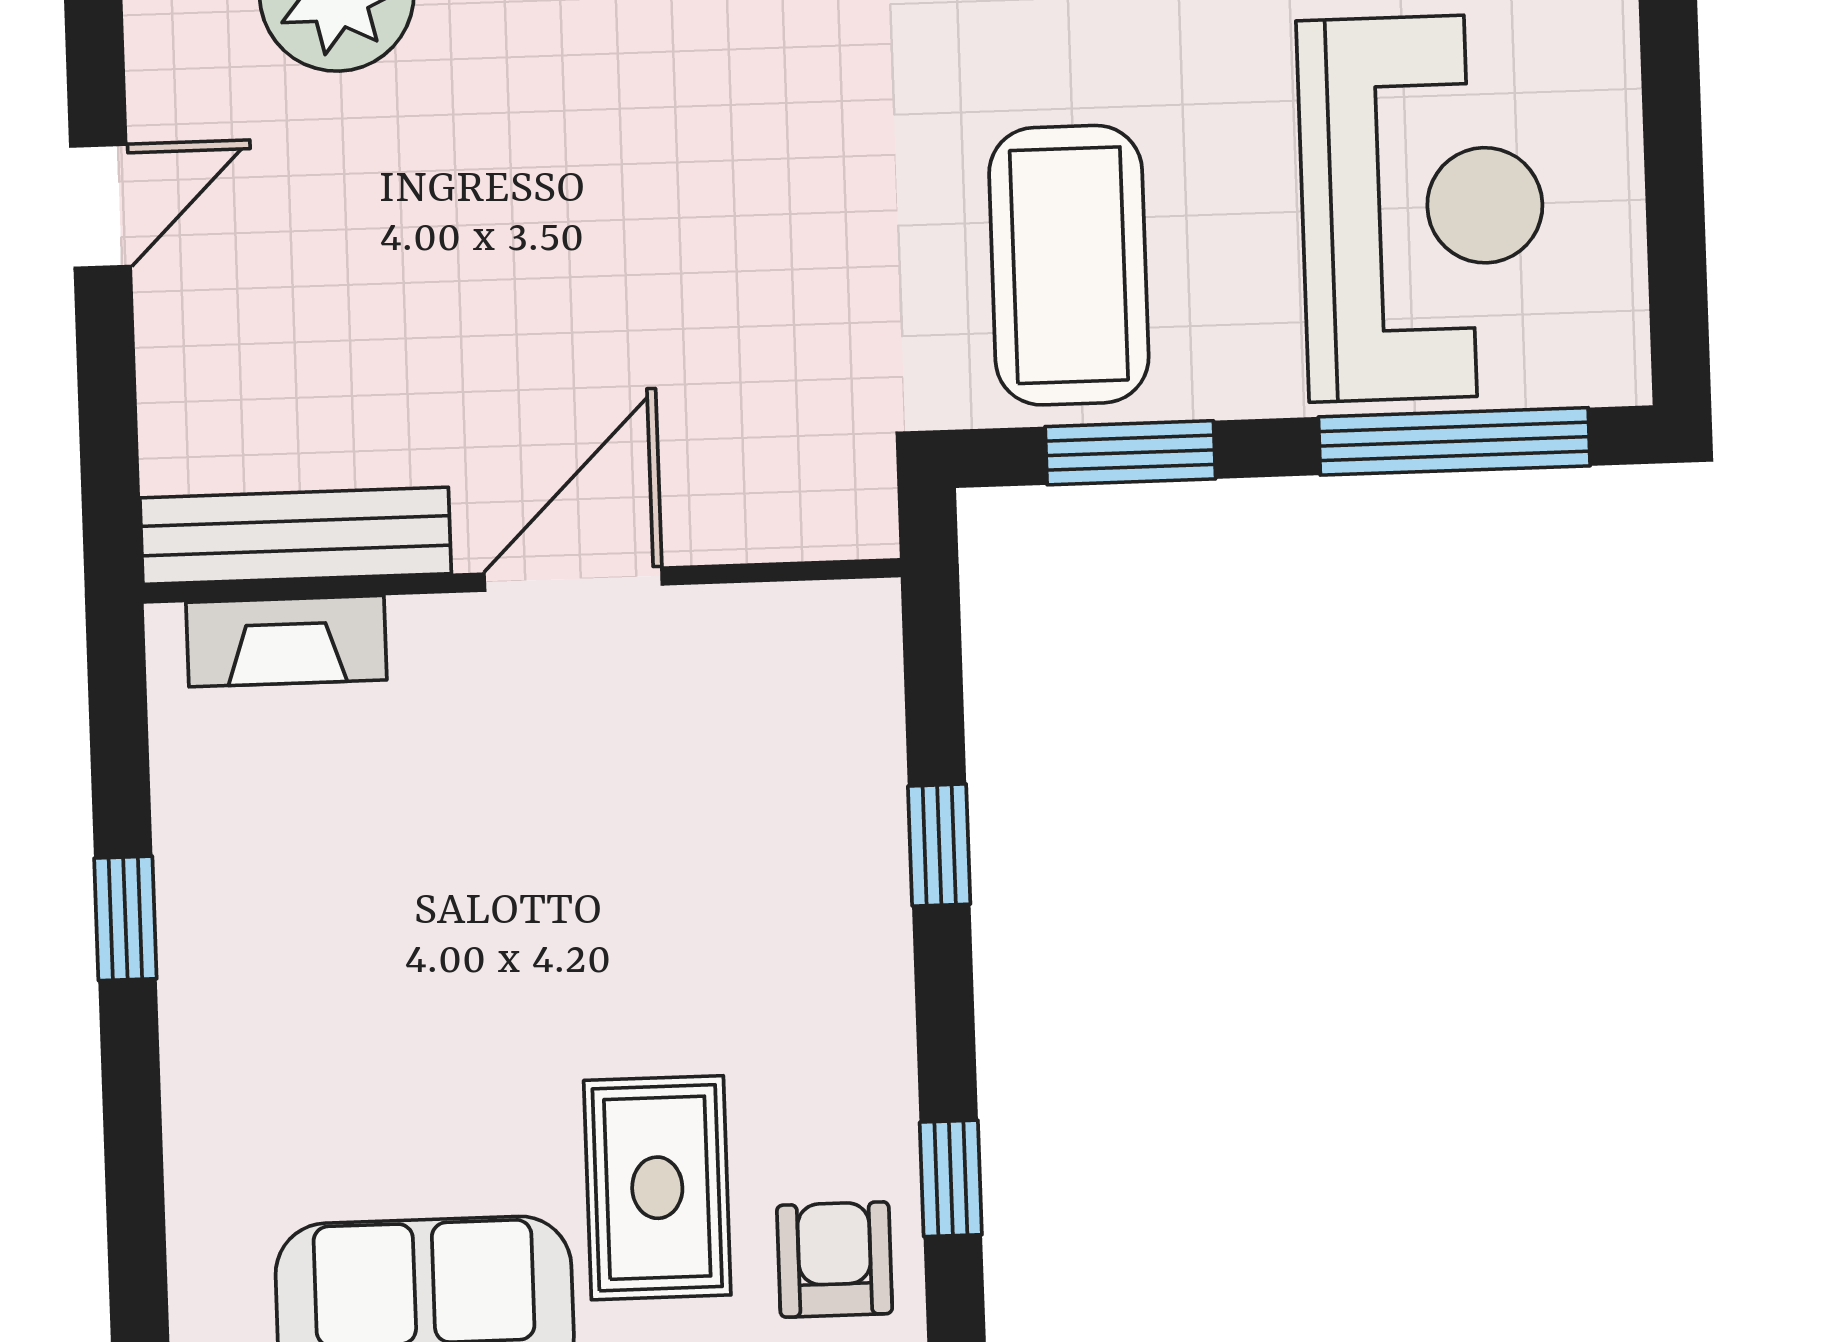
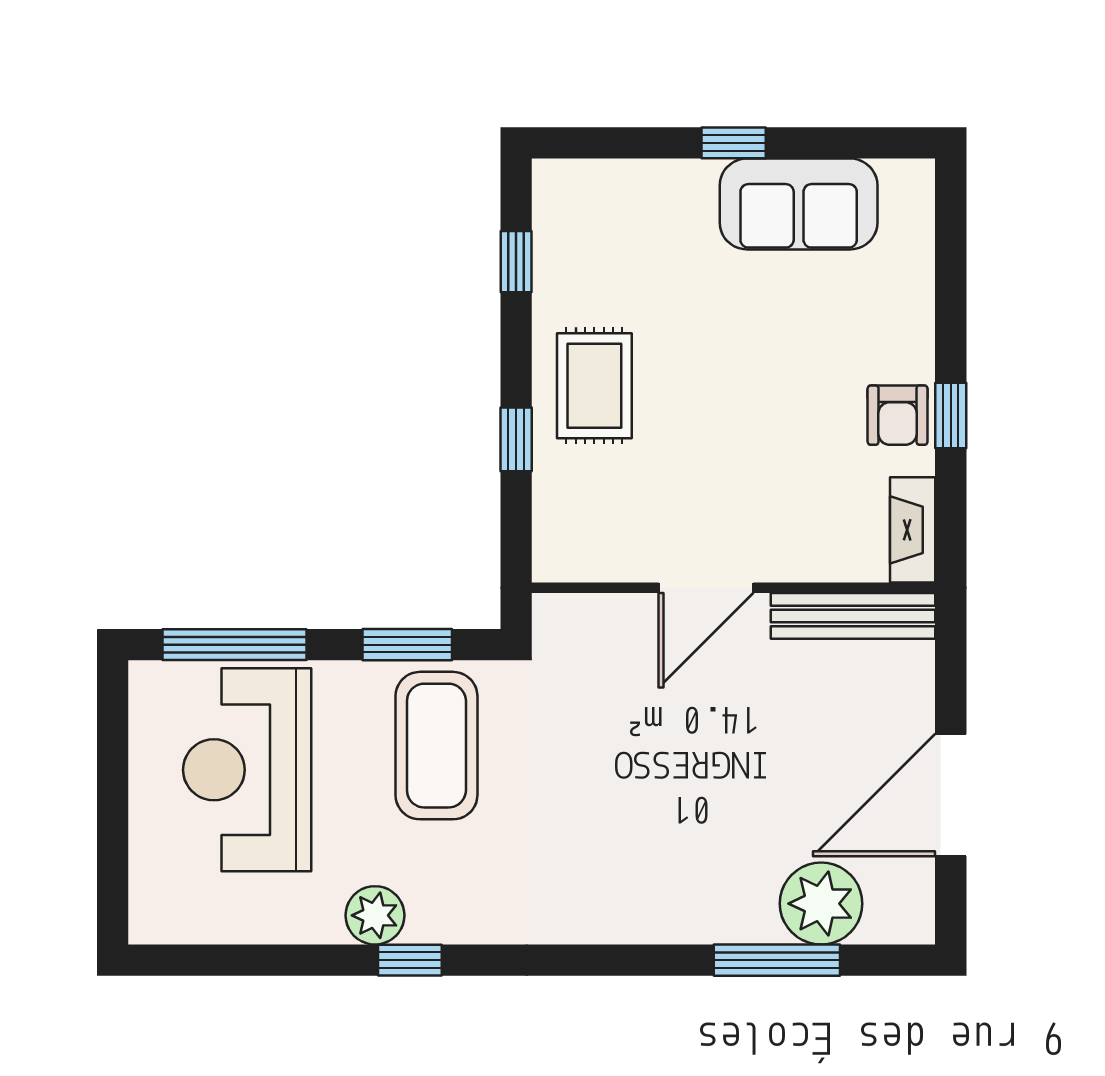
door: (101, 206) -> (951, 795), width x1.87
fireplace: (286, 641) -> (913, 530), moved, turned -90
rug: (657, 1188) -> (594, 386), moved
armchair: (835, 1259) -> (898, 415), moved

